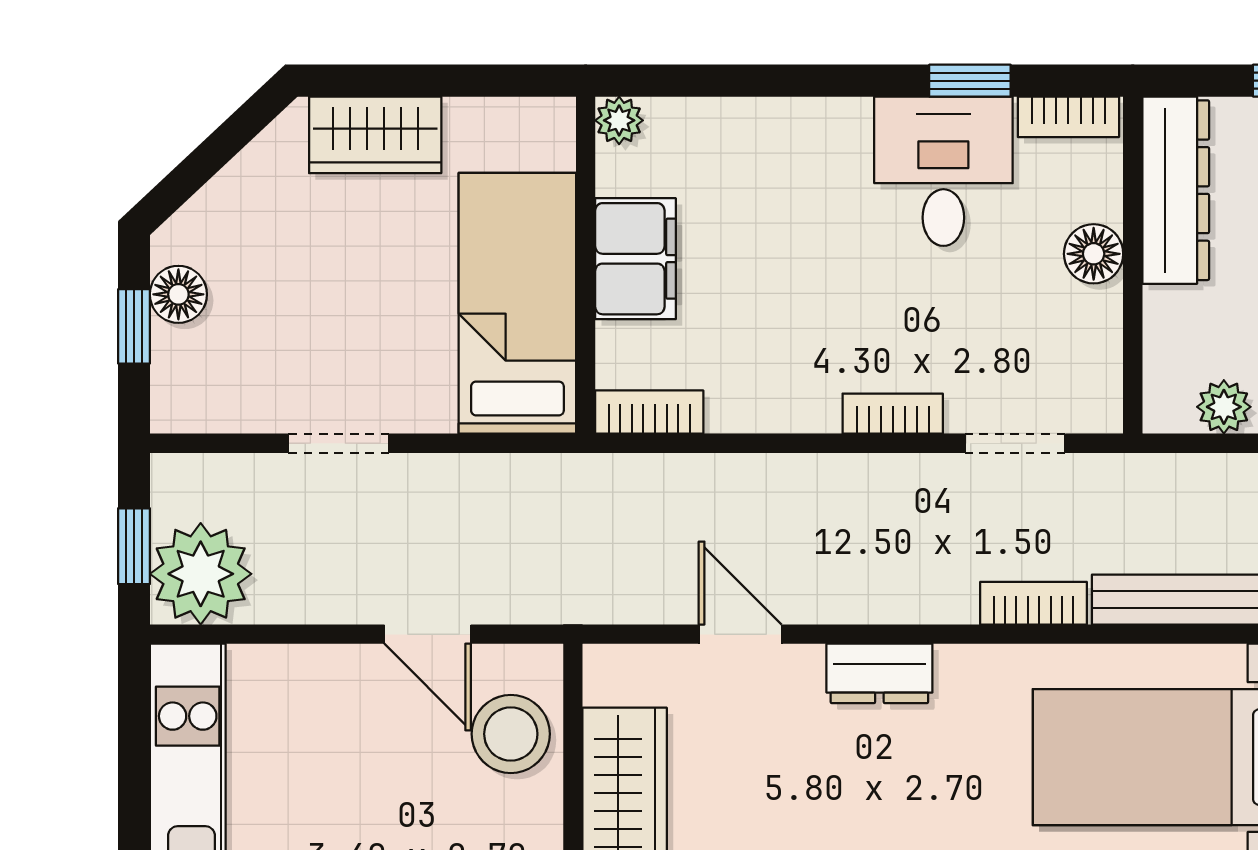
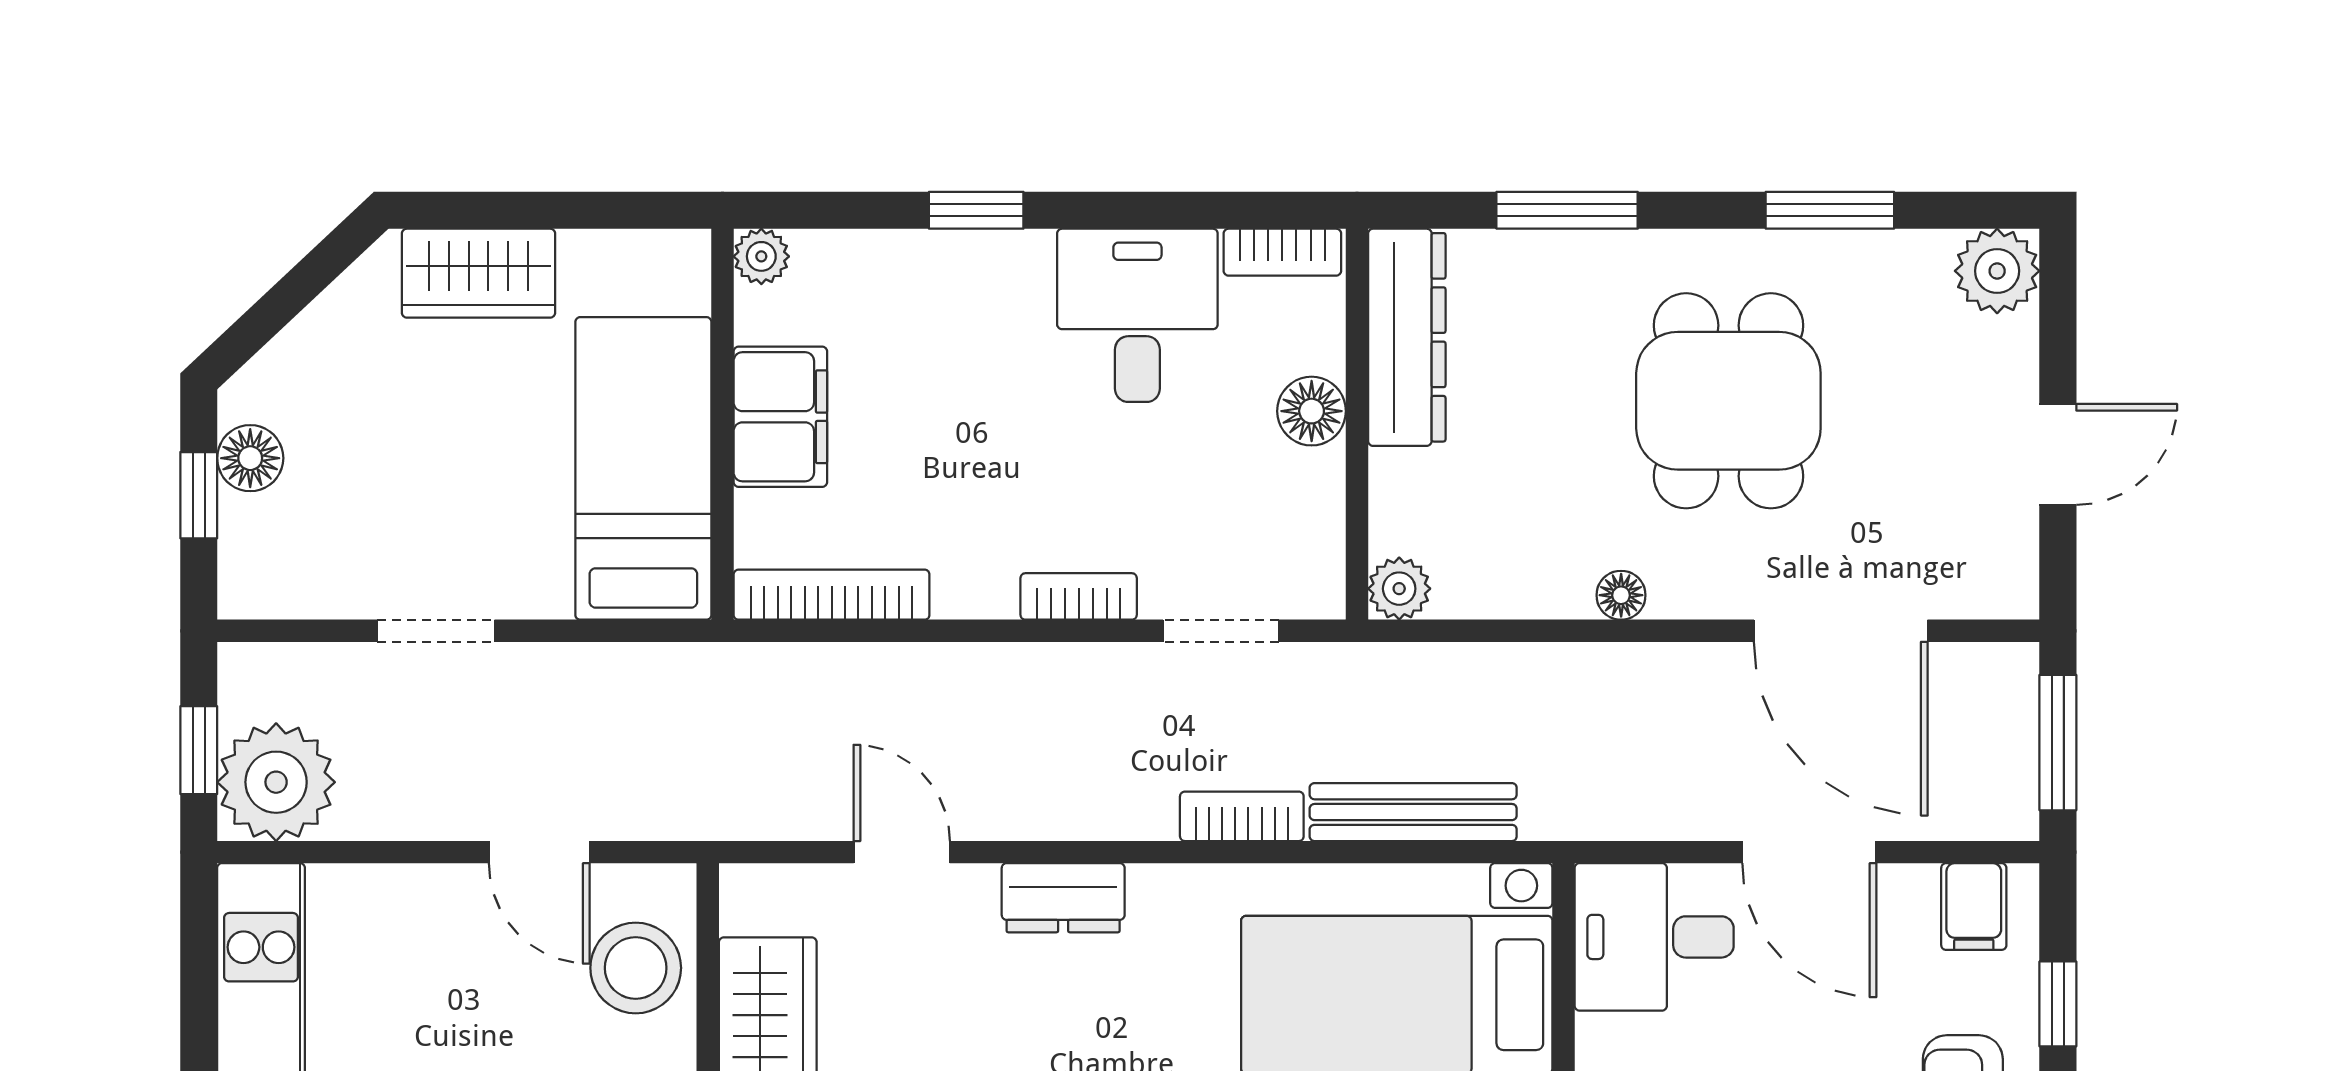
window: (970, 81) -> (976, 210), moved
plant: (1224, 407) -> (1399, 589), moved
bookcase: (649, 412) -> (832, 595), width x1.56

